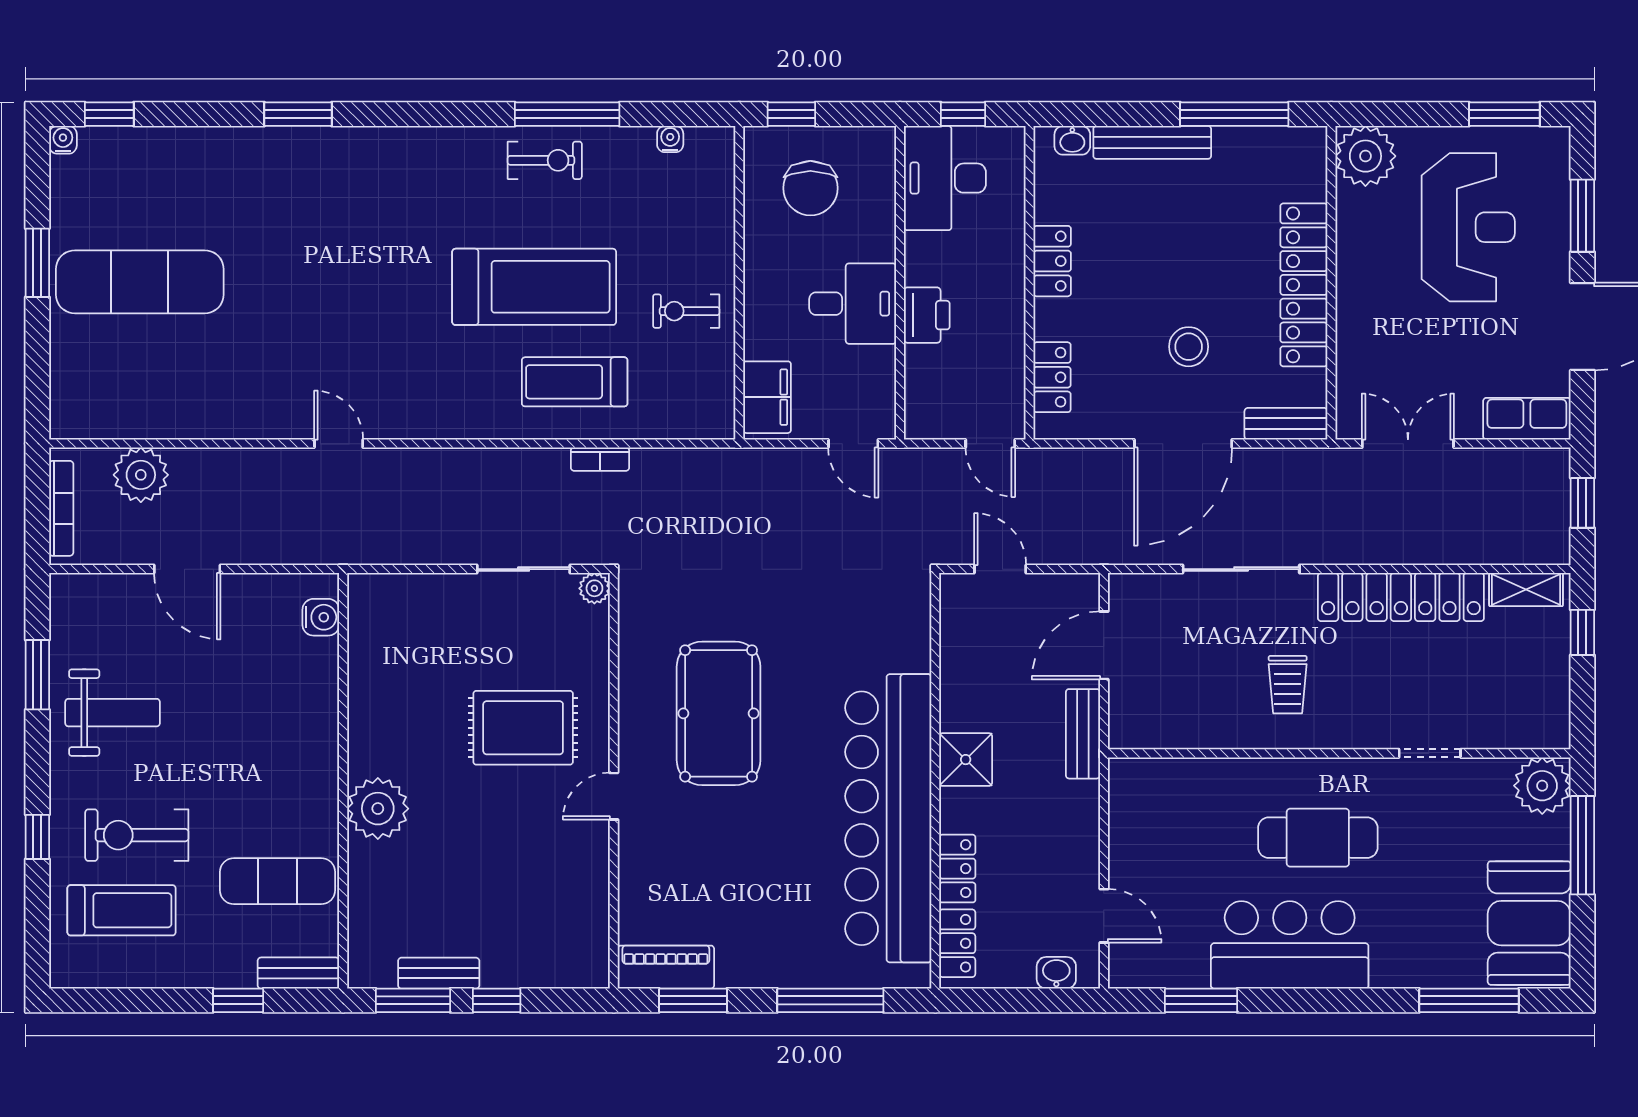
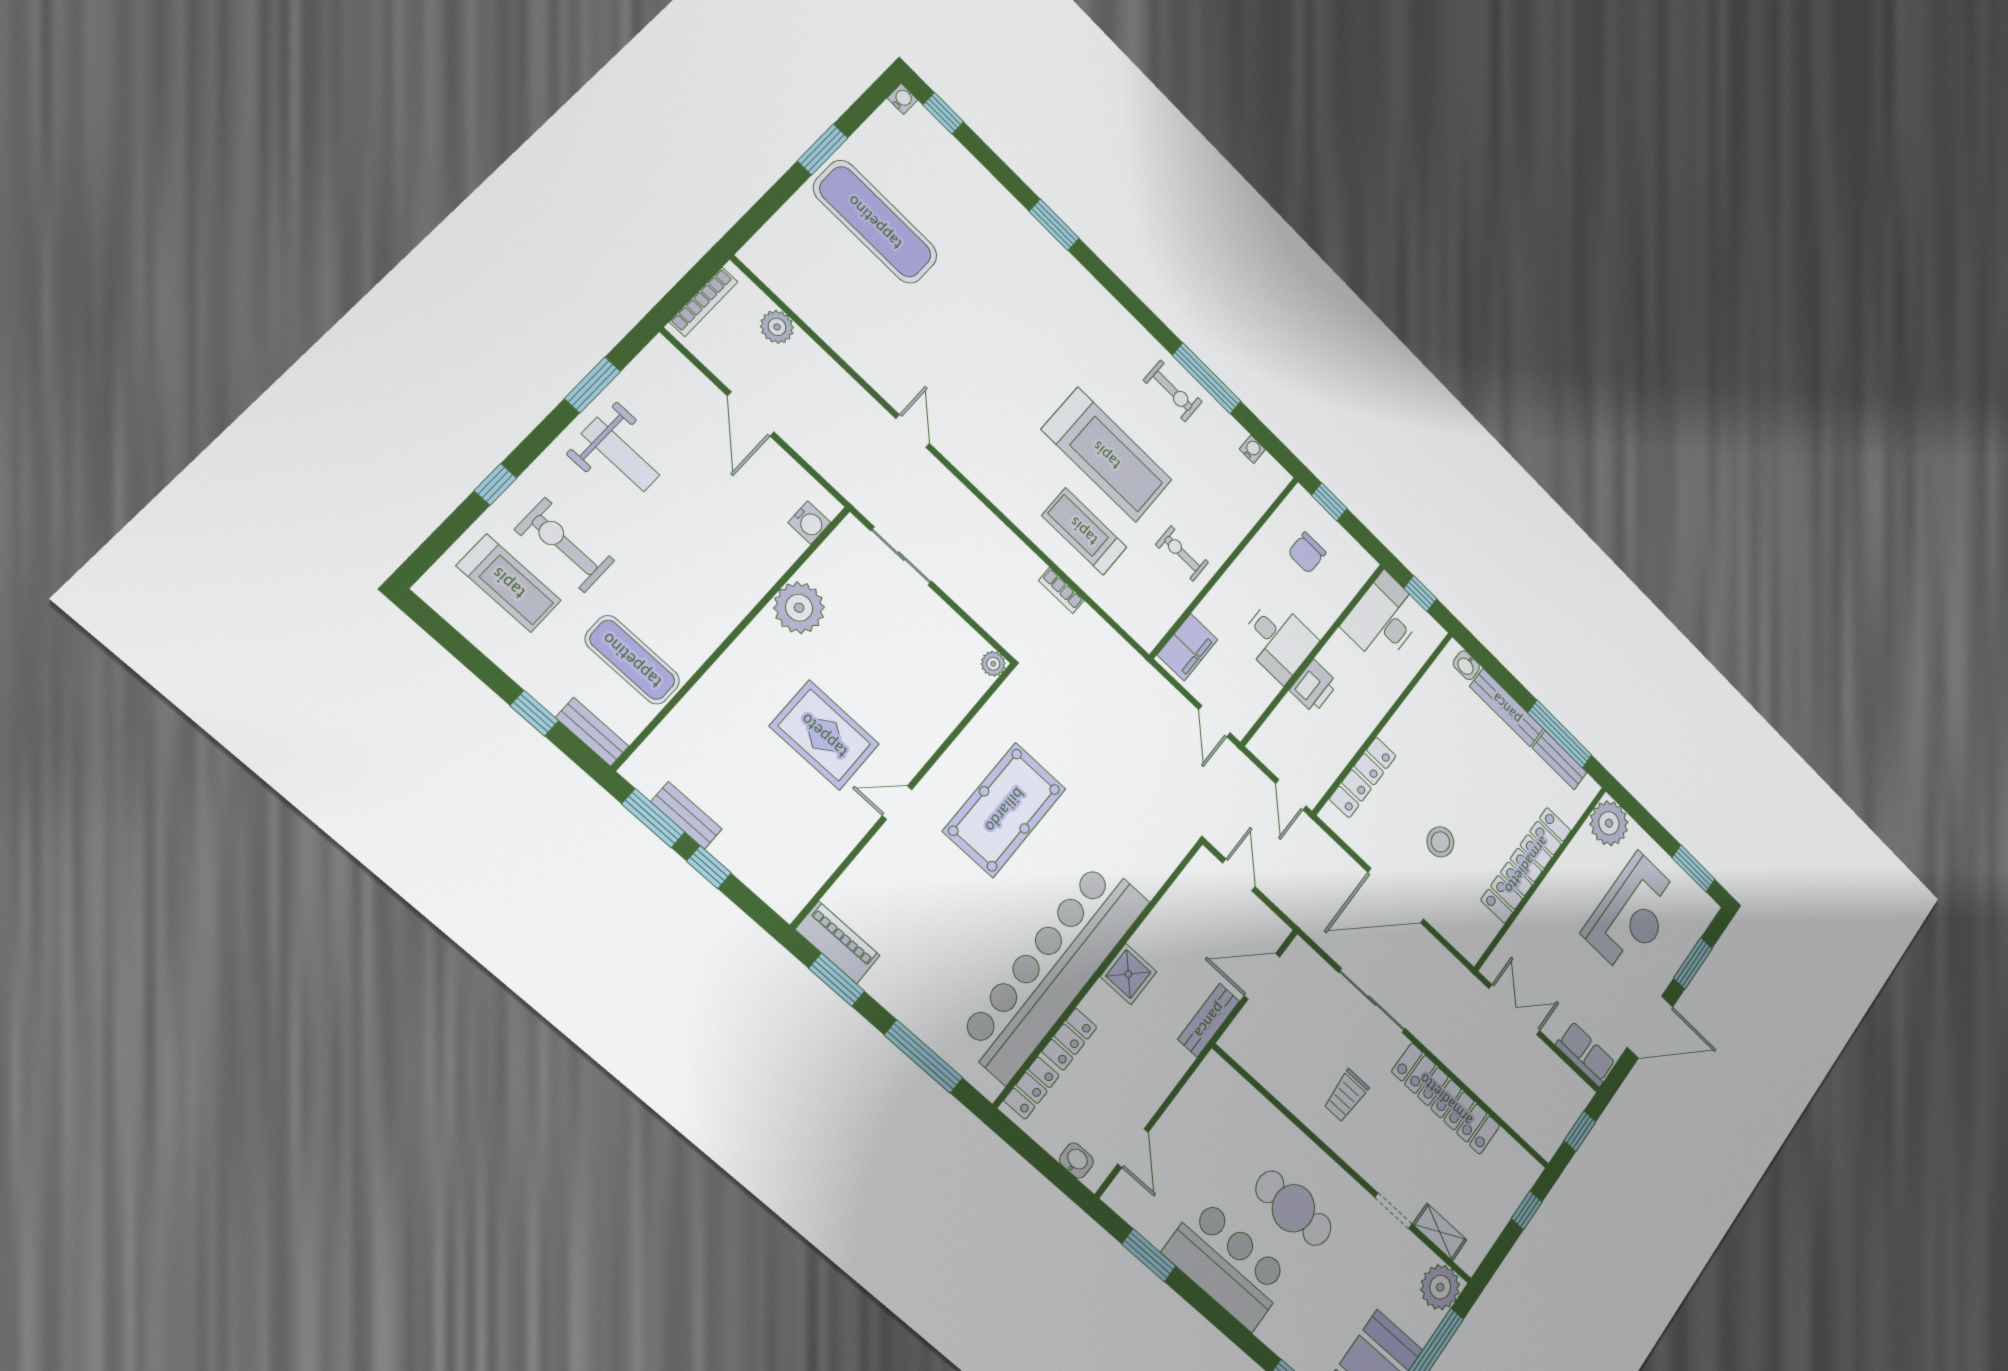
chair: (810, 188) -> (1307, 553), width x0.73, depth x0.73
locker: (1052, 261) -> (1405, 722), removed
locker: (1052, 377) -> (1363, 777), width x1.53
bench: (1286, 424) -> (1560, 760), moved
plant: (141, 475) -> (777, 327), width x0.73, depth x0.73
sliding door: (524, 569) -> (901, 556), moved
shelving: (1526, 590) -> (1440, 1232), moved
rug: (523, 728) -> (824, 735), moved
plant: (378, 809) -> (799, 608), moved

